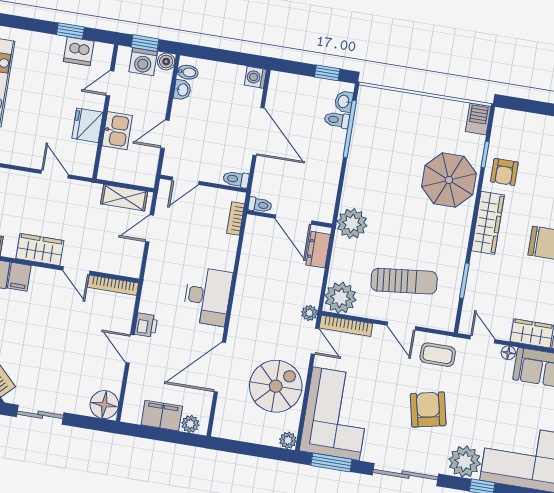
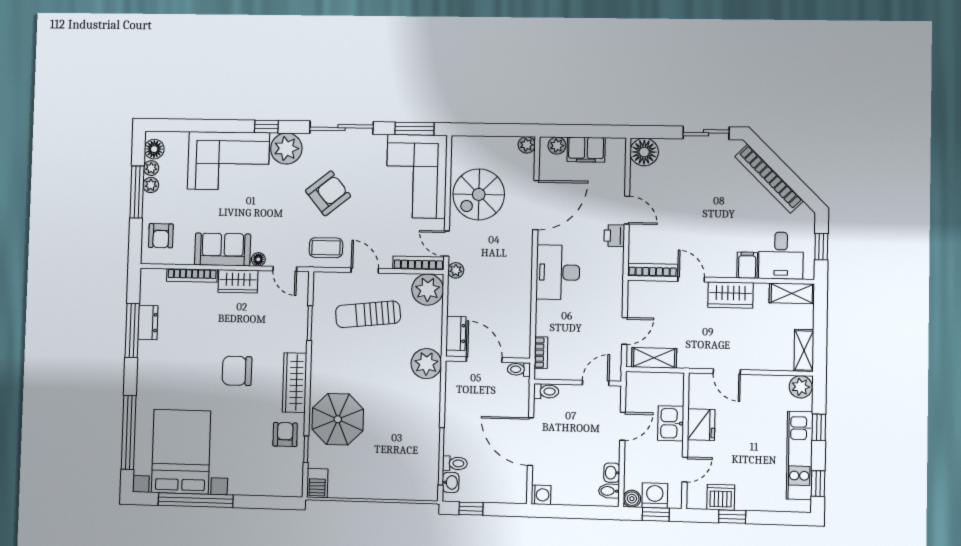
armchair: (428, 410) -> (328, 193), turned -117
plant: (288, 440) -> (527, 145), moved

